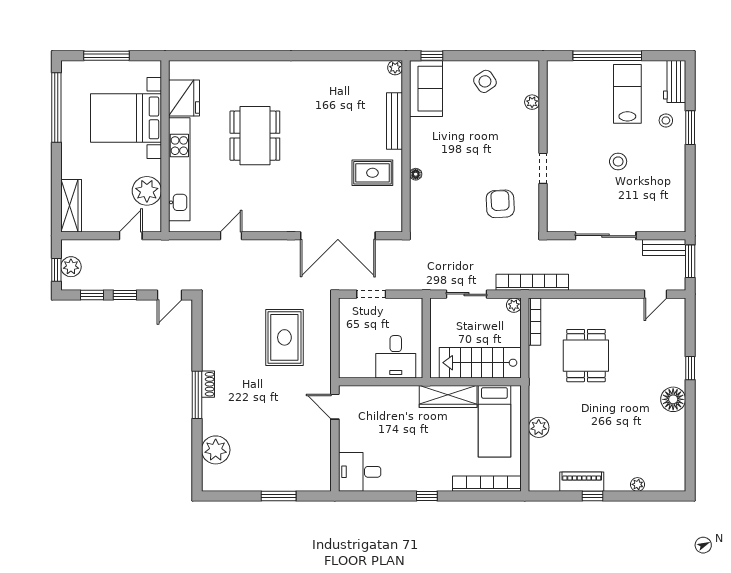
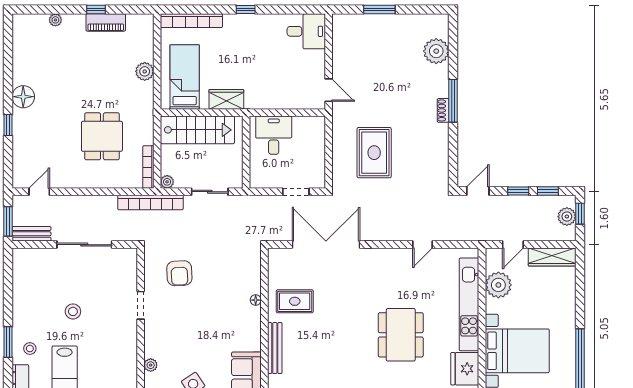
wardrobe: (71, 206) -> (552, 257), moved, turned -90
wardrobe: (448, 397) -> (226, 99), width x0.67

